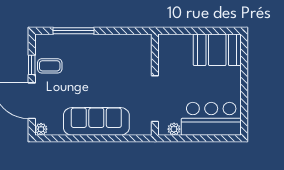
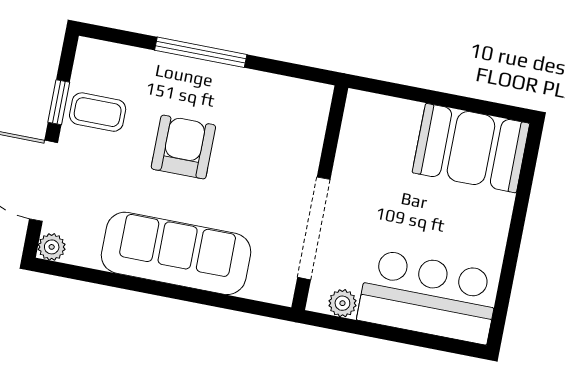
window: (73, 31) -> (201, 52), moved
armchair: (90, 74) -> (183, 147), added

